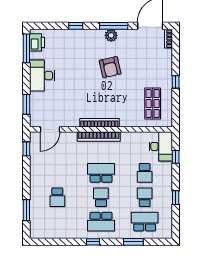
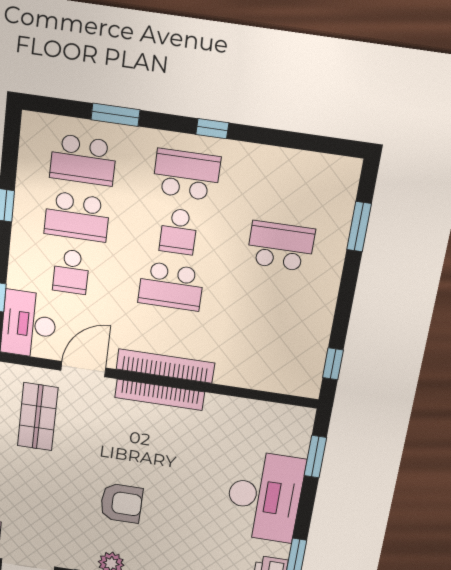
armchair: (110, 67) -> (121, 503), turned 103
desk: (42, 75) -> (264, 497), width x1.36, depth x1.30
door: (50, 129) -> (83, 369), moved
school desk: (145, 173) -> (71, 272), turned 180
school desk: (57, 197) -> (281, 246), width x1.85
school desk: (145, 197) -> (77, 217), width x1.85

